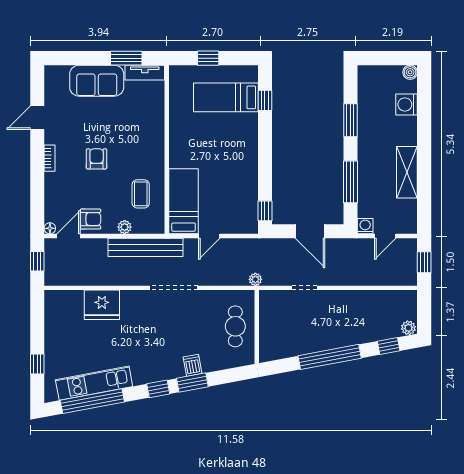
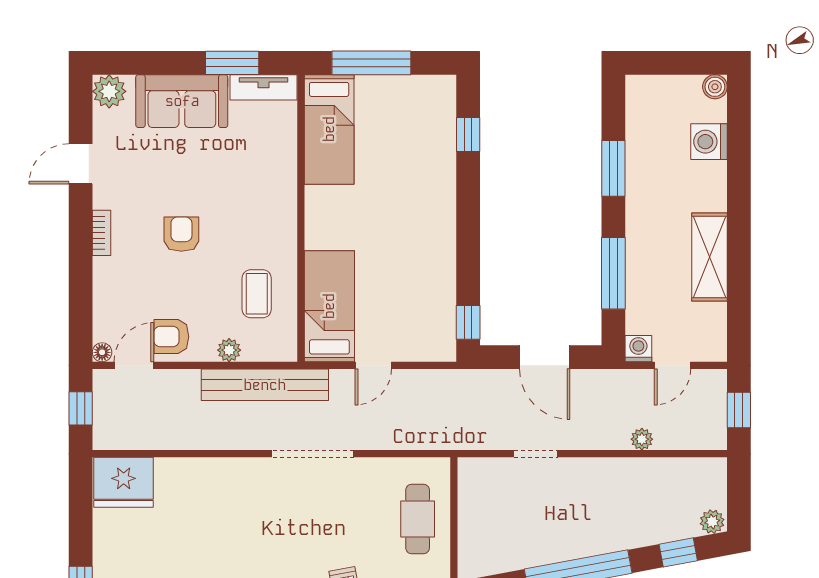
window: (208, 58) -> (371, 63), width x2.17
plant: (54, 75) -> (109, 91), added
bed: (226, 97) -> (329, 129), moved, turned -90
armchair: (91, 219) -> (171, 337), turned 180
plant: (255, 279) -> (642, 439), moved
fridge: (102, 305) -> (124, 482), moved

